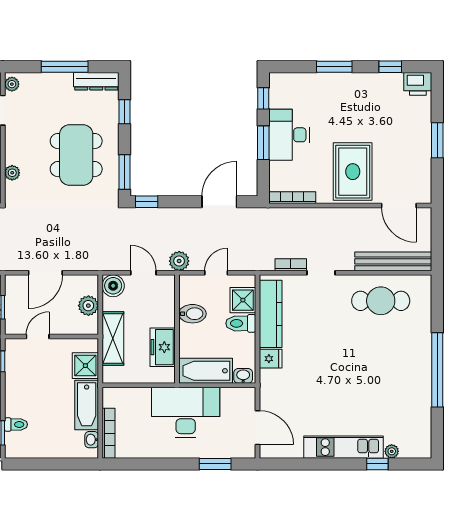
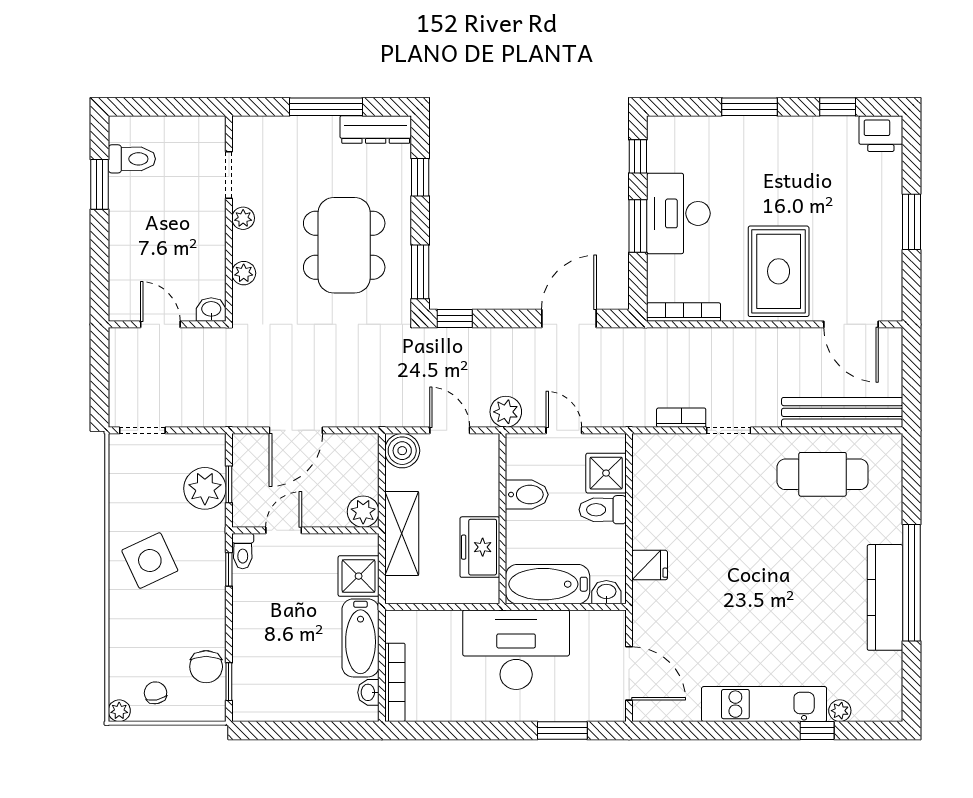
plant: (12, 84) -> (243, 218), moved
door: (216, 273) -> (564, 430), hinge flipped
plant: (88, 306) -> (363, 512), moved
kitchen counter: (271, 314) -> (885, 597), moved, turned 180
toilet: (16, 424) -> (243, 551), moved, turned 90

